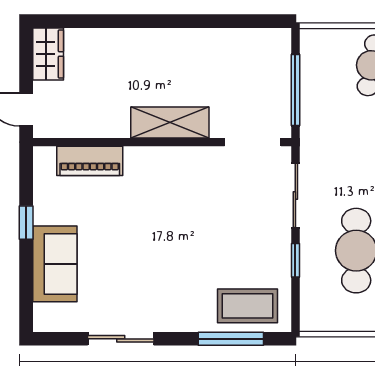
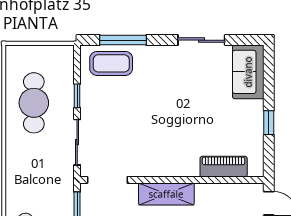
sofa: (55, 264) -> (248, 72), moved

